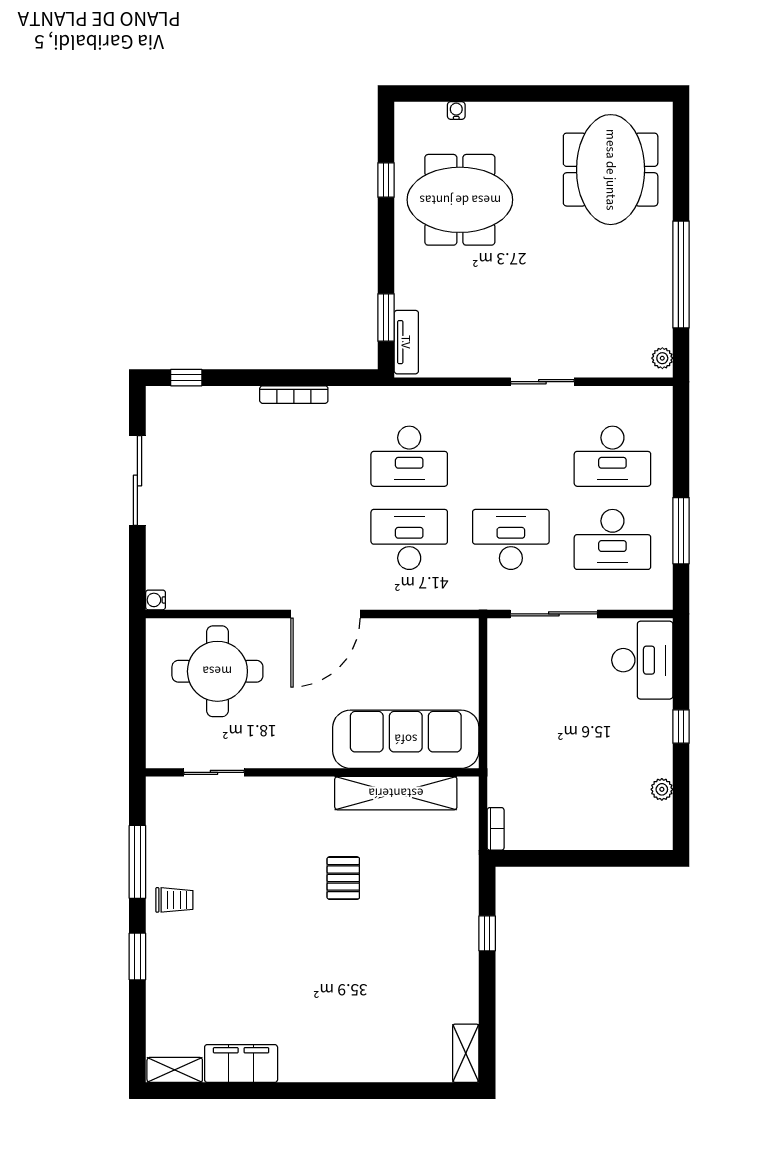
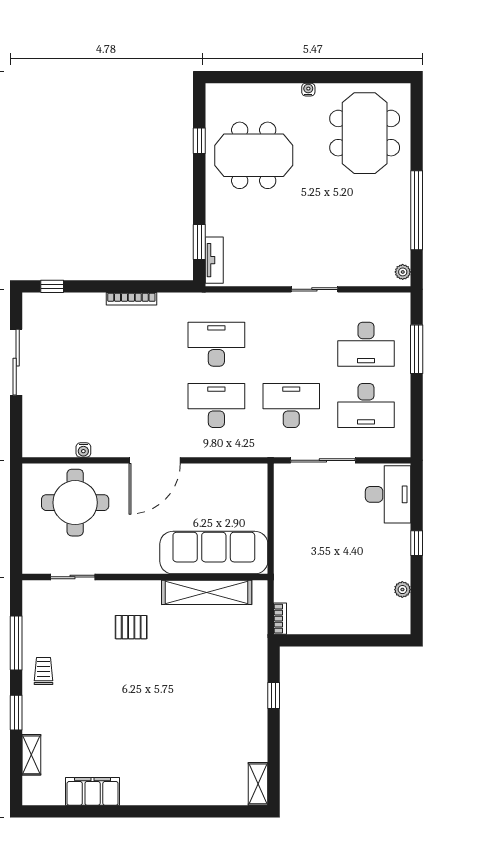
water cooler: (456, 111) -> (308, 90), moved
desk: (409, 456) -> (216, 344), turned 180
window: (681, 531) -> (417, 349), moved
water cooler: (156, 600) -> (83, 450), moved, turned -90
pallet: (343, 878) -> (131, 627), moved, turned 90
trolley: (174, 900) -> (43, 671), turned -90
shelving: (175, 1070) -> (31, 755), moved, turned 90

